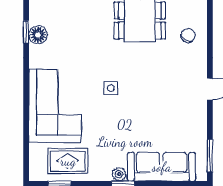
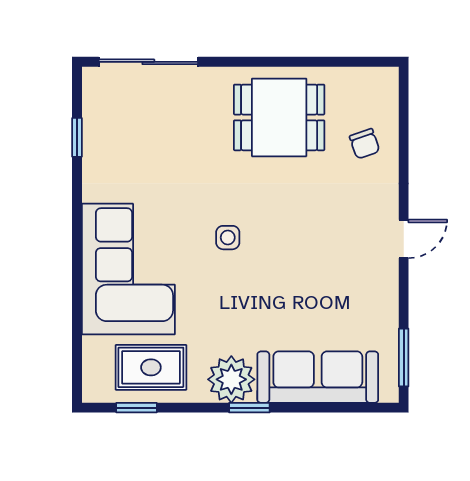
floor lamp: (38, 35) -> (98, 143), removed
chair: (188, 35) -> (365, 144), turned 127
plant: (119, 174) -> (231, 379), width x1.88, depth x1.88

